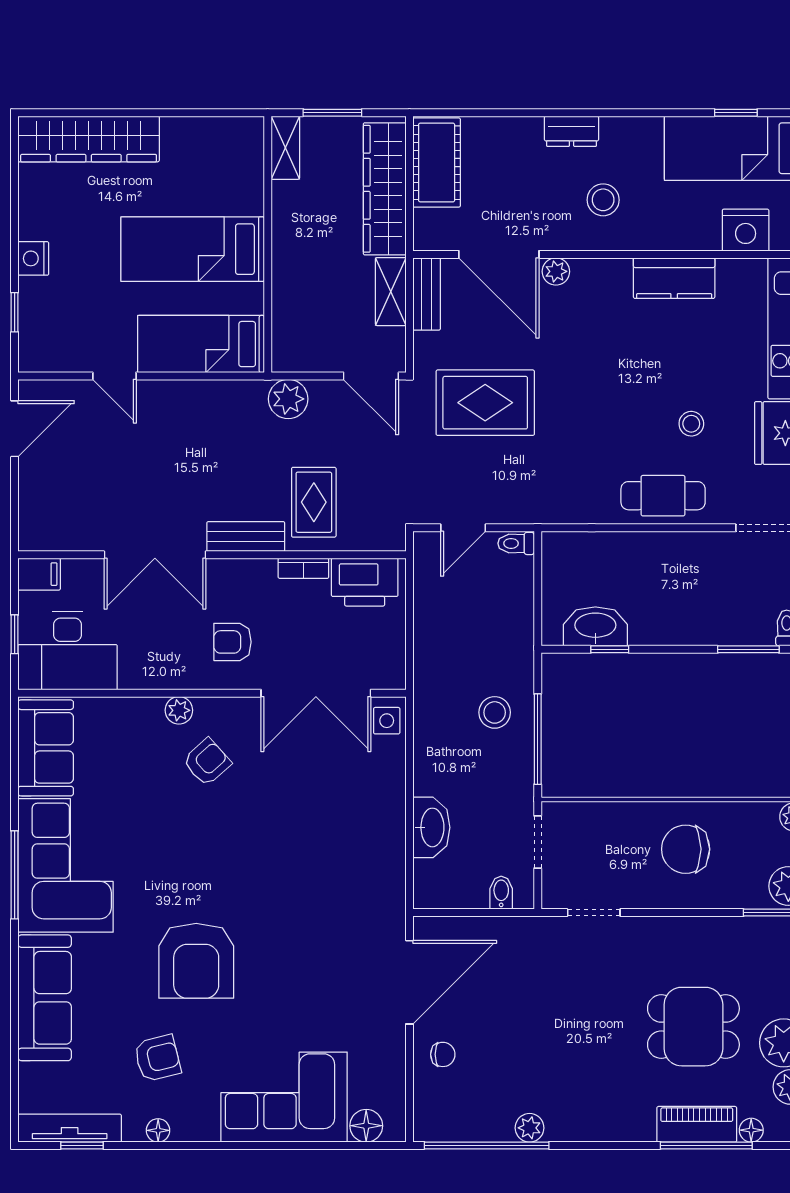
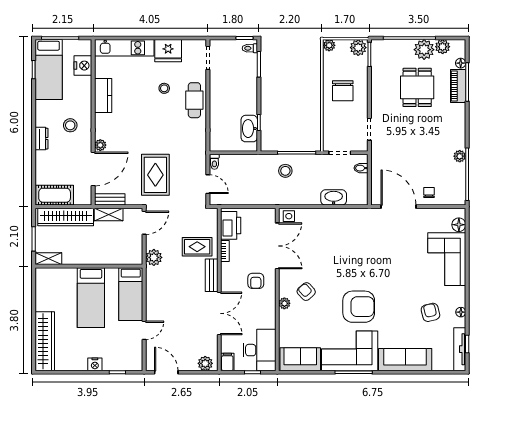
plant: (36, 522) -> (205, 363), added
armchair: (196, 961) -> (359, 307), moved

